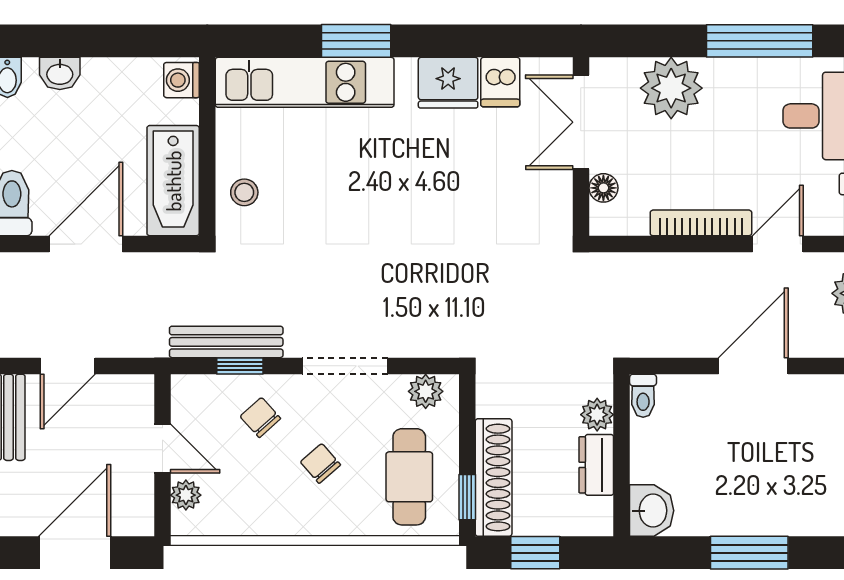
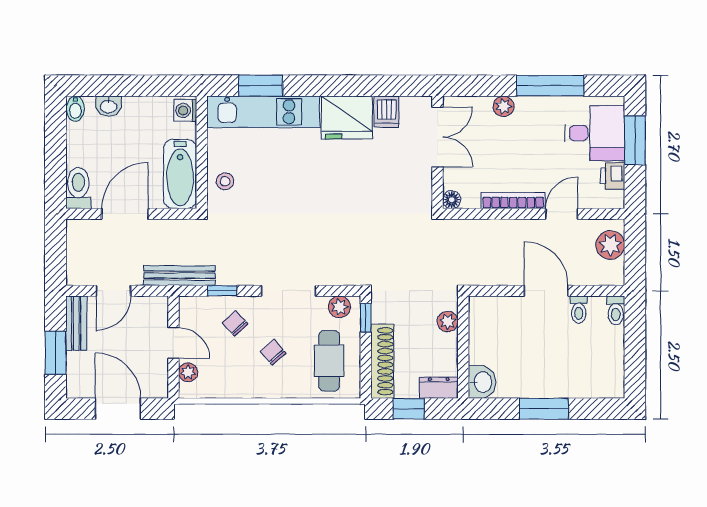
window: (356, 41) -> (261, 86), moved
fridge: (448, 83) -> (347, 117), width x1.36, depth x1.34
plant: (671, 88) -> (504, 106), width x0.53, depth x0.53
double door: (581, 122) -> (437, 137), swing flipped
floor lamp: (603, 188) -> (452, 200), moved
bench: (226, 342) -> (179, 276), moved
door: (753, 366) -> (546, 291), hinge flipped
toilet: (643, 396) -> (579, 310), moved
dresser: (596, 465) -> (439, 388), moved, turned 90
window: (467, 497) -> (366, 318), moved
door: (75, 553) -> (118, 409), hinge flipped

